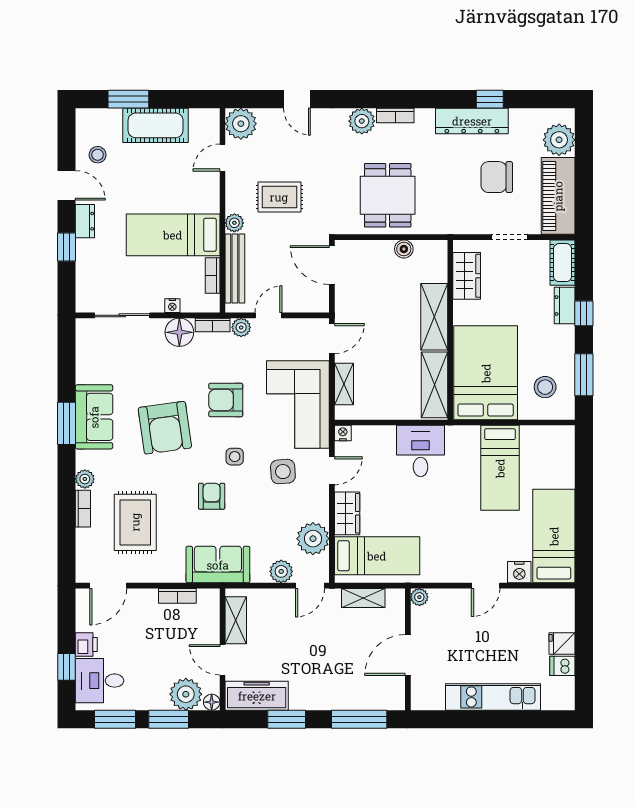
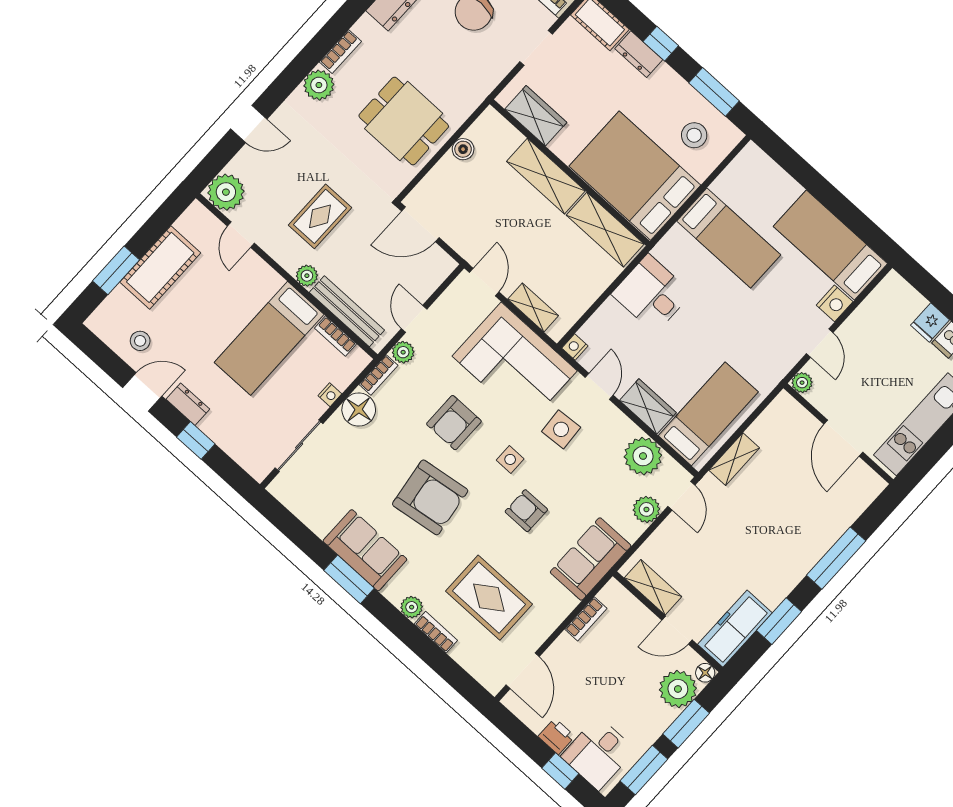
plant: (419, 597) -> (802, 383), moved
wall: (408, 649) -> (838, 434), moved
door: (408, 655) -> (843, 438), moved

